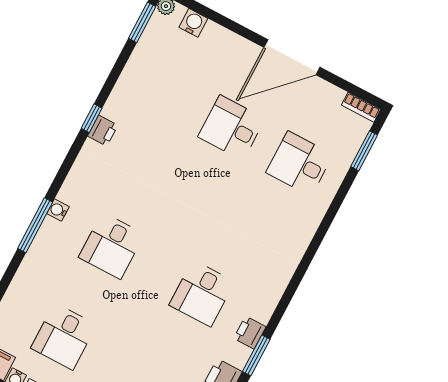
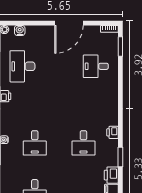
desk: (231, 128) -> (22, 66), moved, width x1.37
printer: (250, 332) -> (112, 132), moved

